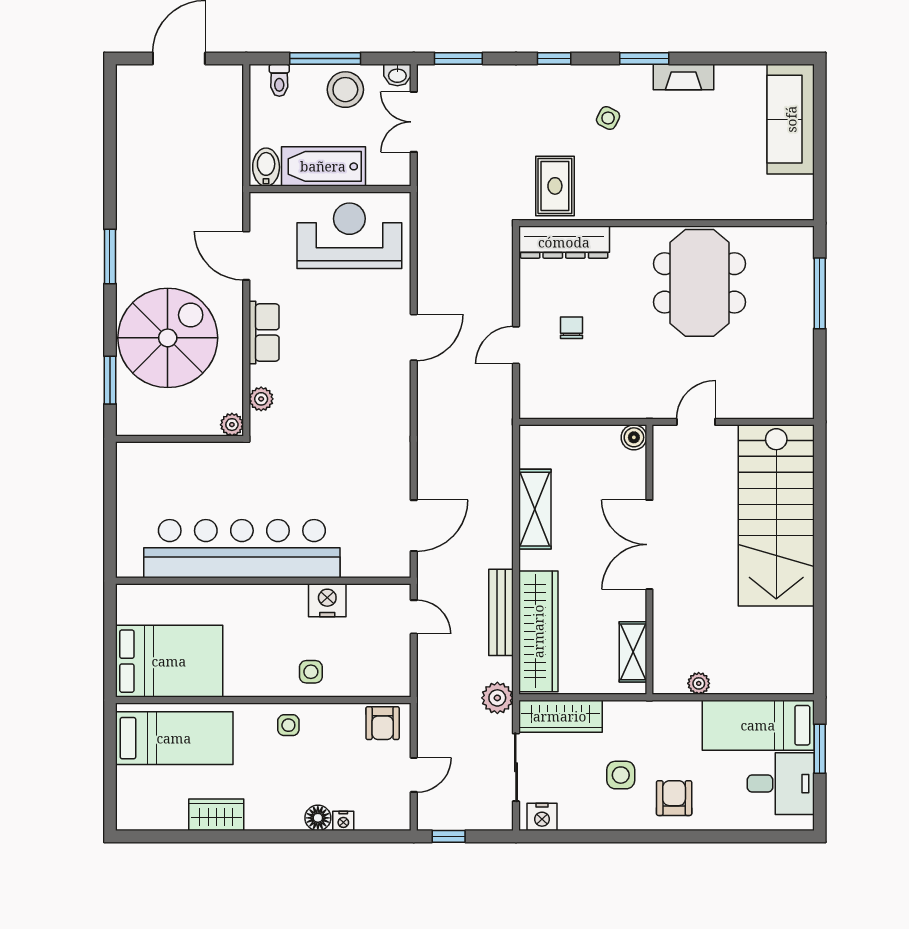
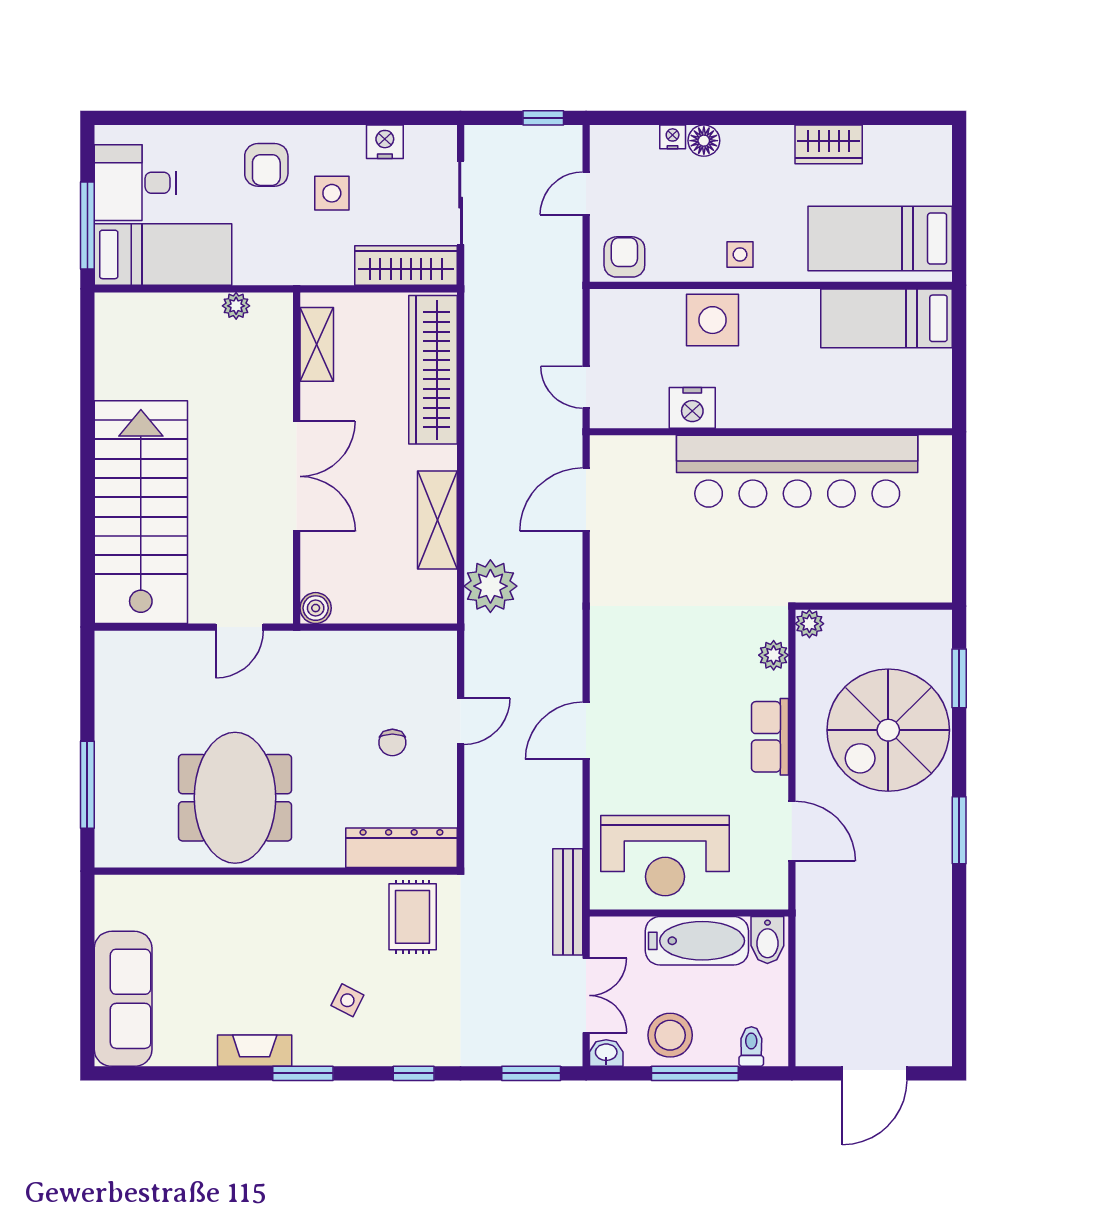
bench: (501, 612) -> (568, 902), moved
bed: (169, 661) -> (887, 318), width x0.67
side table: (311, 672) -> (713, 320), width x1.87, depth x1.87
plant: (497, 698) -> (490, 586), moved, width x1.36, depth x1.36
window: (820, 749) -> (87, 225), width x1.44
nightstand: (542, 817) -> (385, 142), moved

